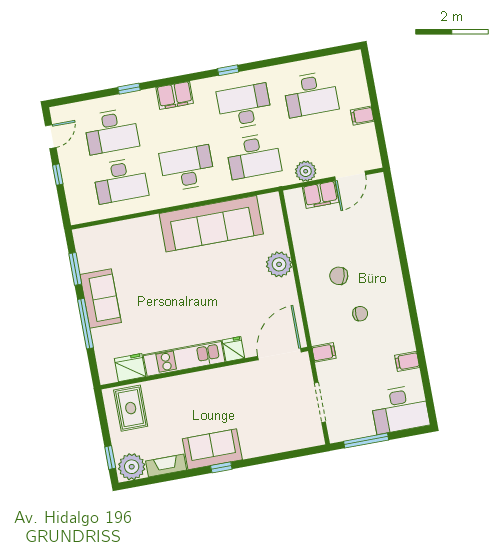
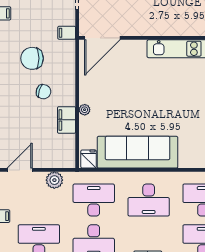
filing cabinet: (321, 195) -> (67, 120), moved, turned -90
plant: (279, 264) -> (85, 110), width x0.53, depth x0.53
chair: (360, 314) -> (32, 58), width x1.87, depth x1.87
fridge: (233, 349) -> (89, 159), moved, turned 180

